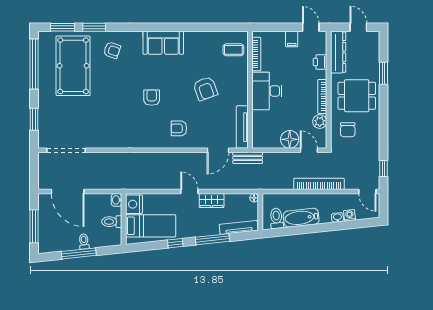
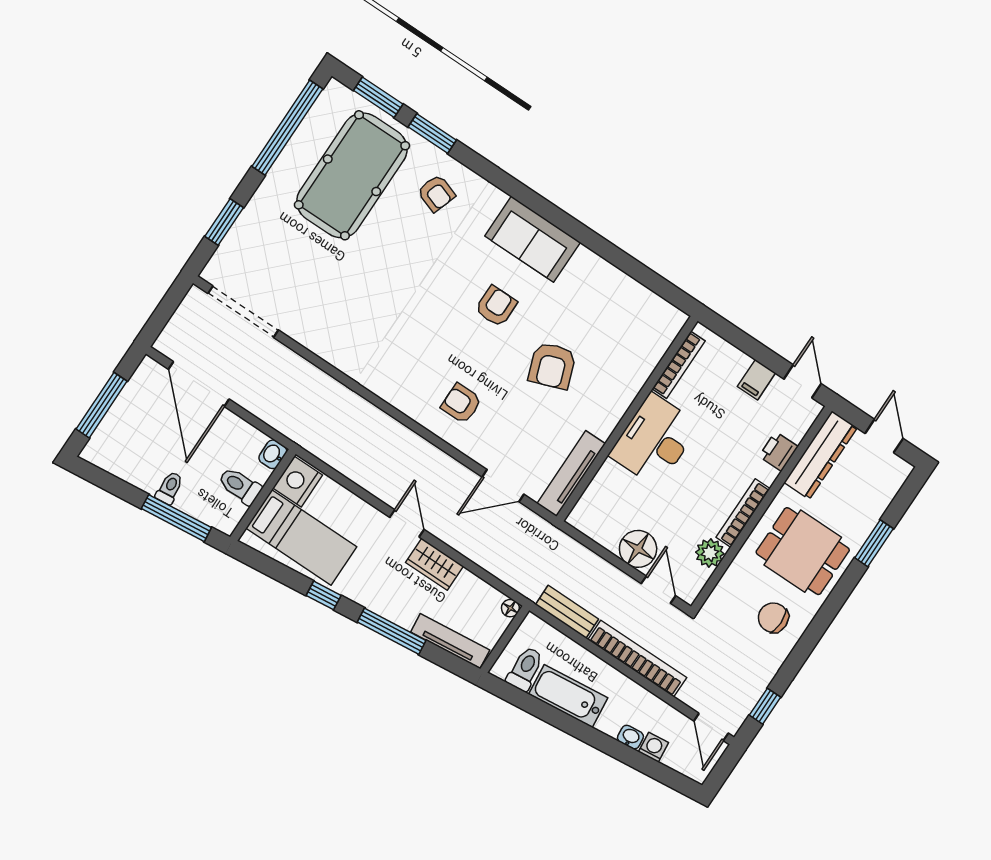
coffee table: (233, 50) -> (644, 331), removed
armchair: (152, 98) -> (496, 306), moved
chair: (348, 130) -> (773, 618), moved, turned 90
bench: (248, 158) -> (567, 612), moved
window: (79, 253) -> (176, 518), moved

